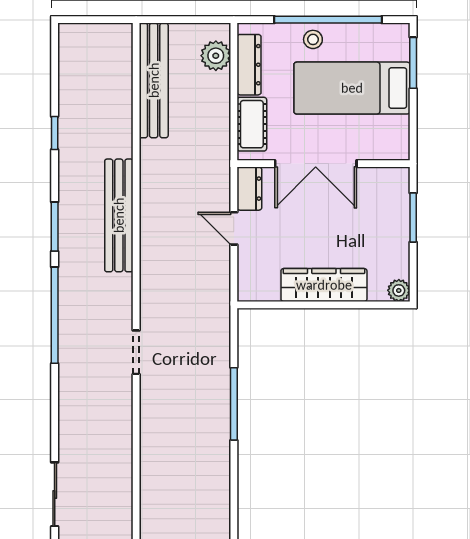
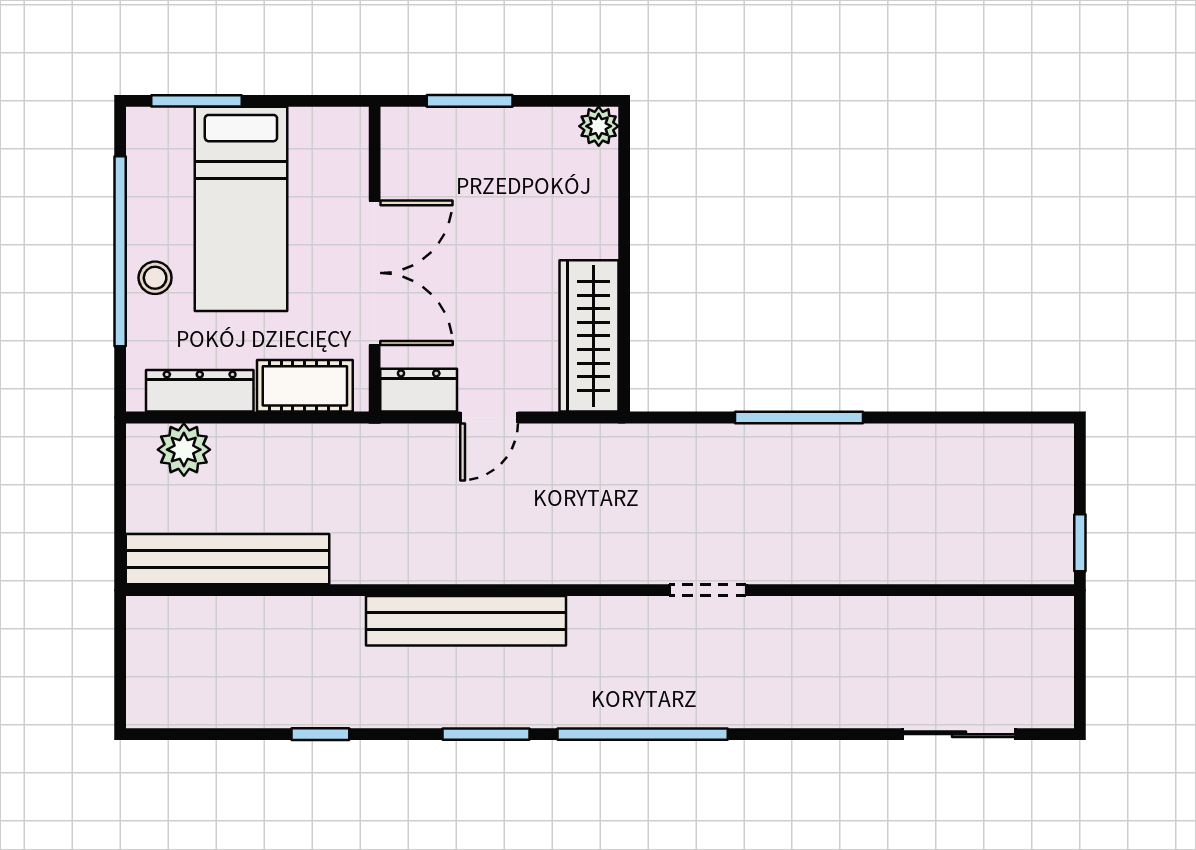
wardrobe: (324, 285) -> (589, 336), moved

